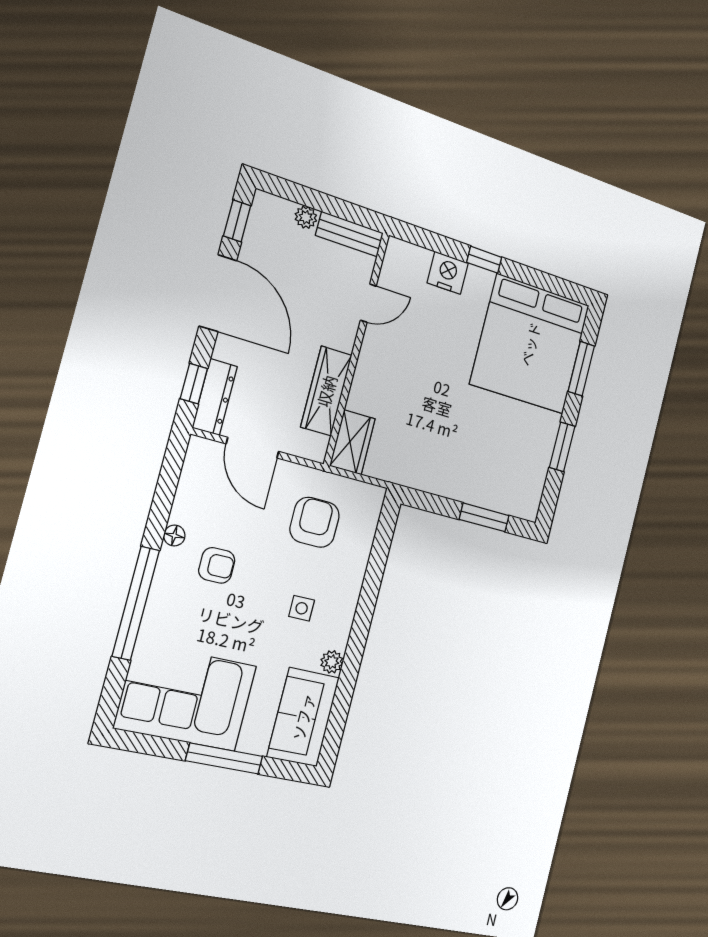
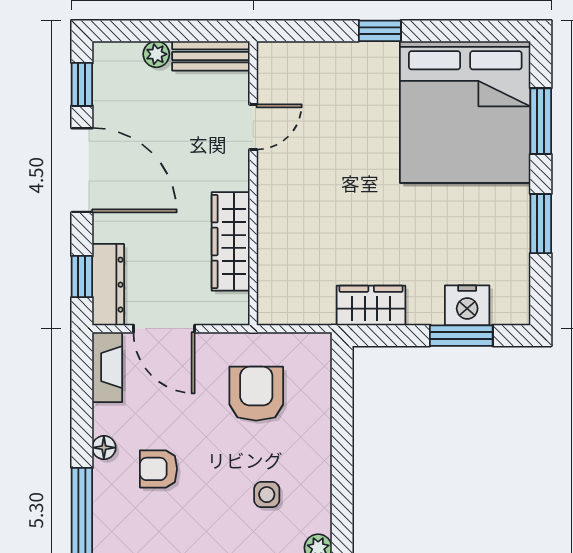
nightstand: (448, 273) -> (467, 305), moved, turned 180
wardrobe: (352, 442) -> (371, 305), moved, turned -90
fireplace: (195, 467) -> (107, 367), added
armchair: (217, 565) -> (158, 469), turned 180

